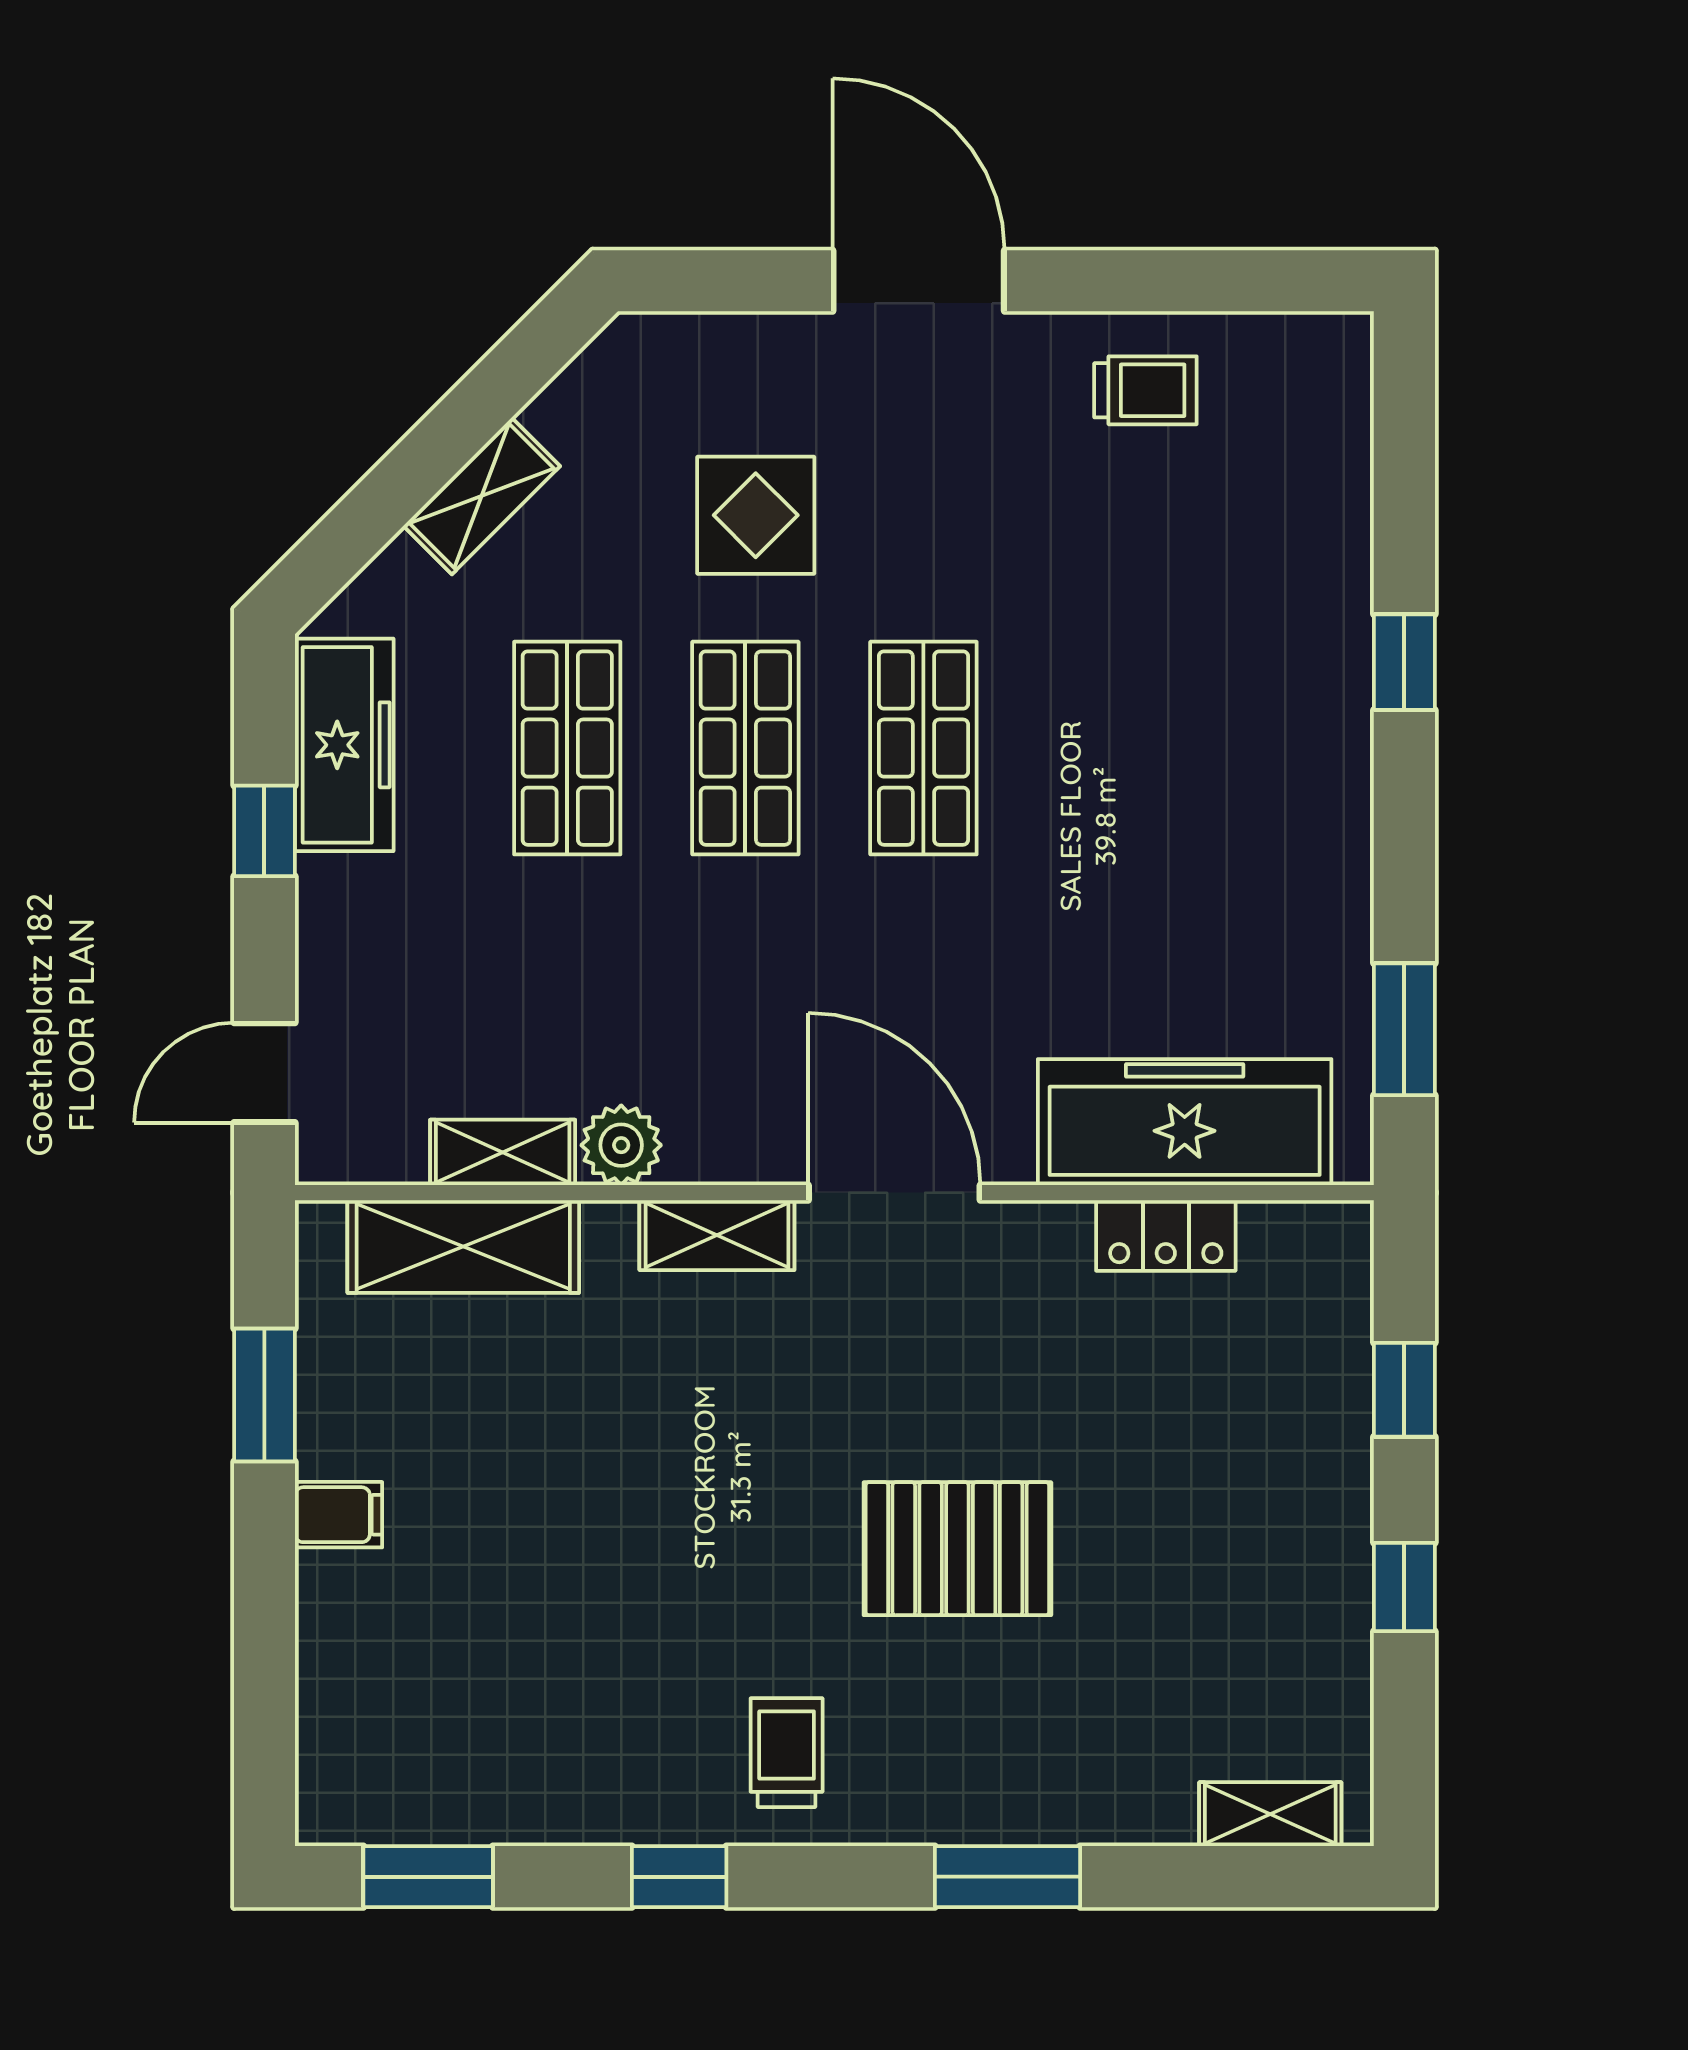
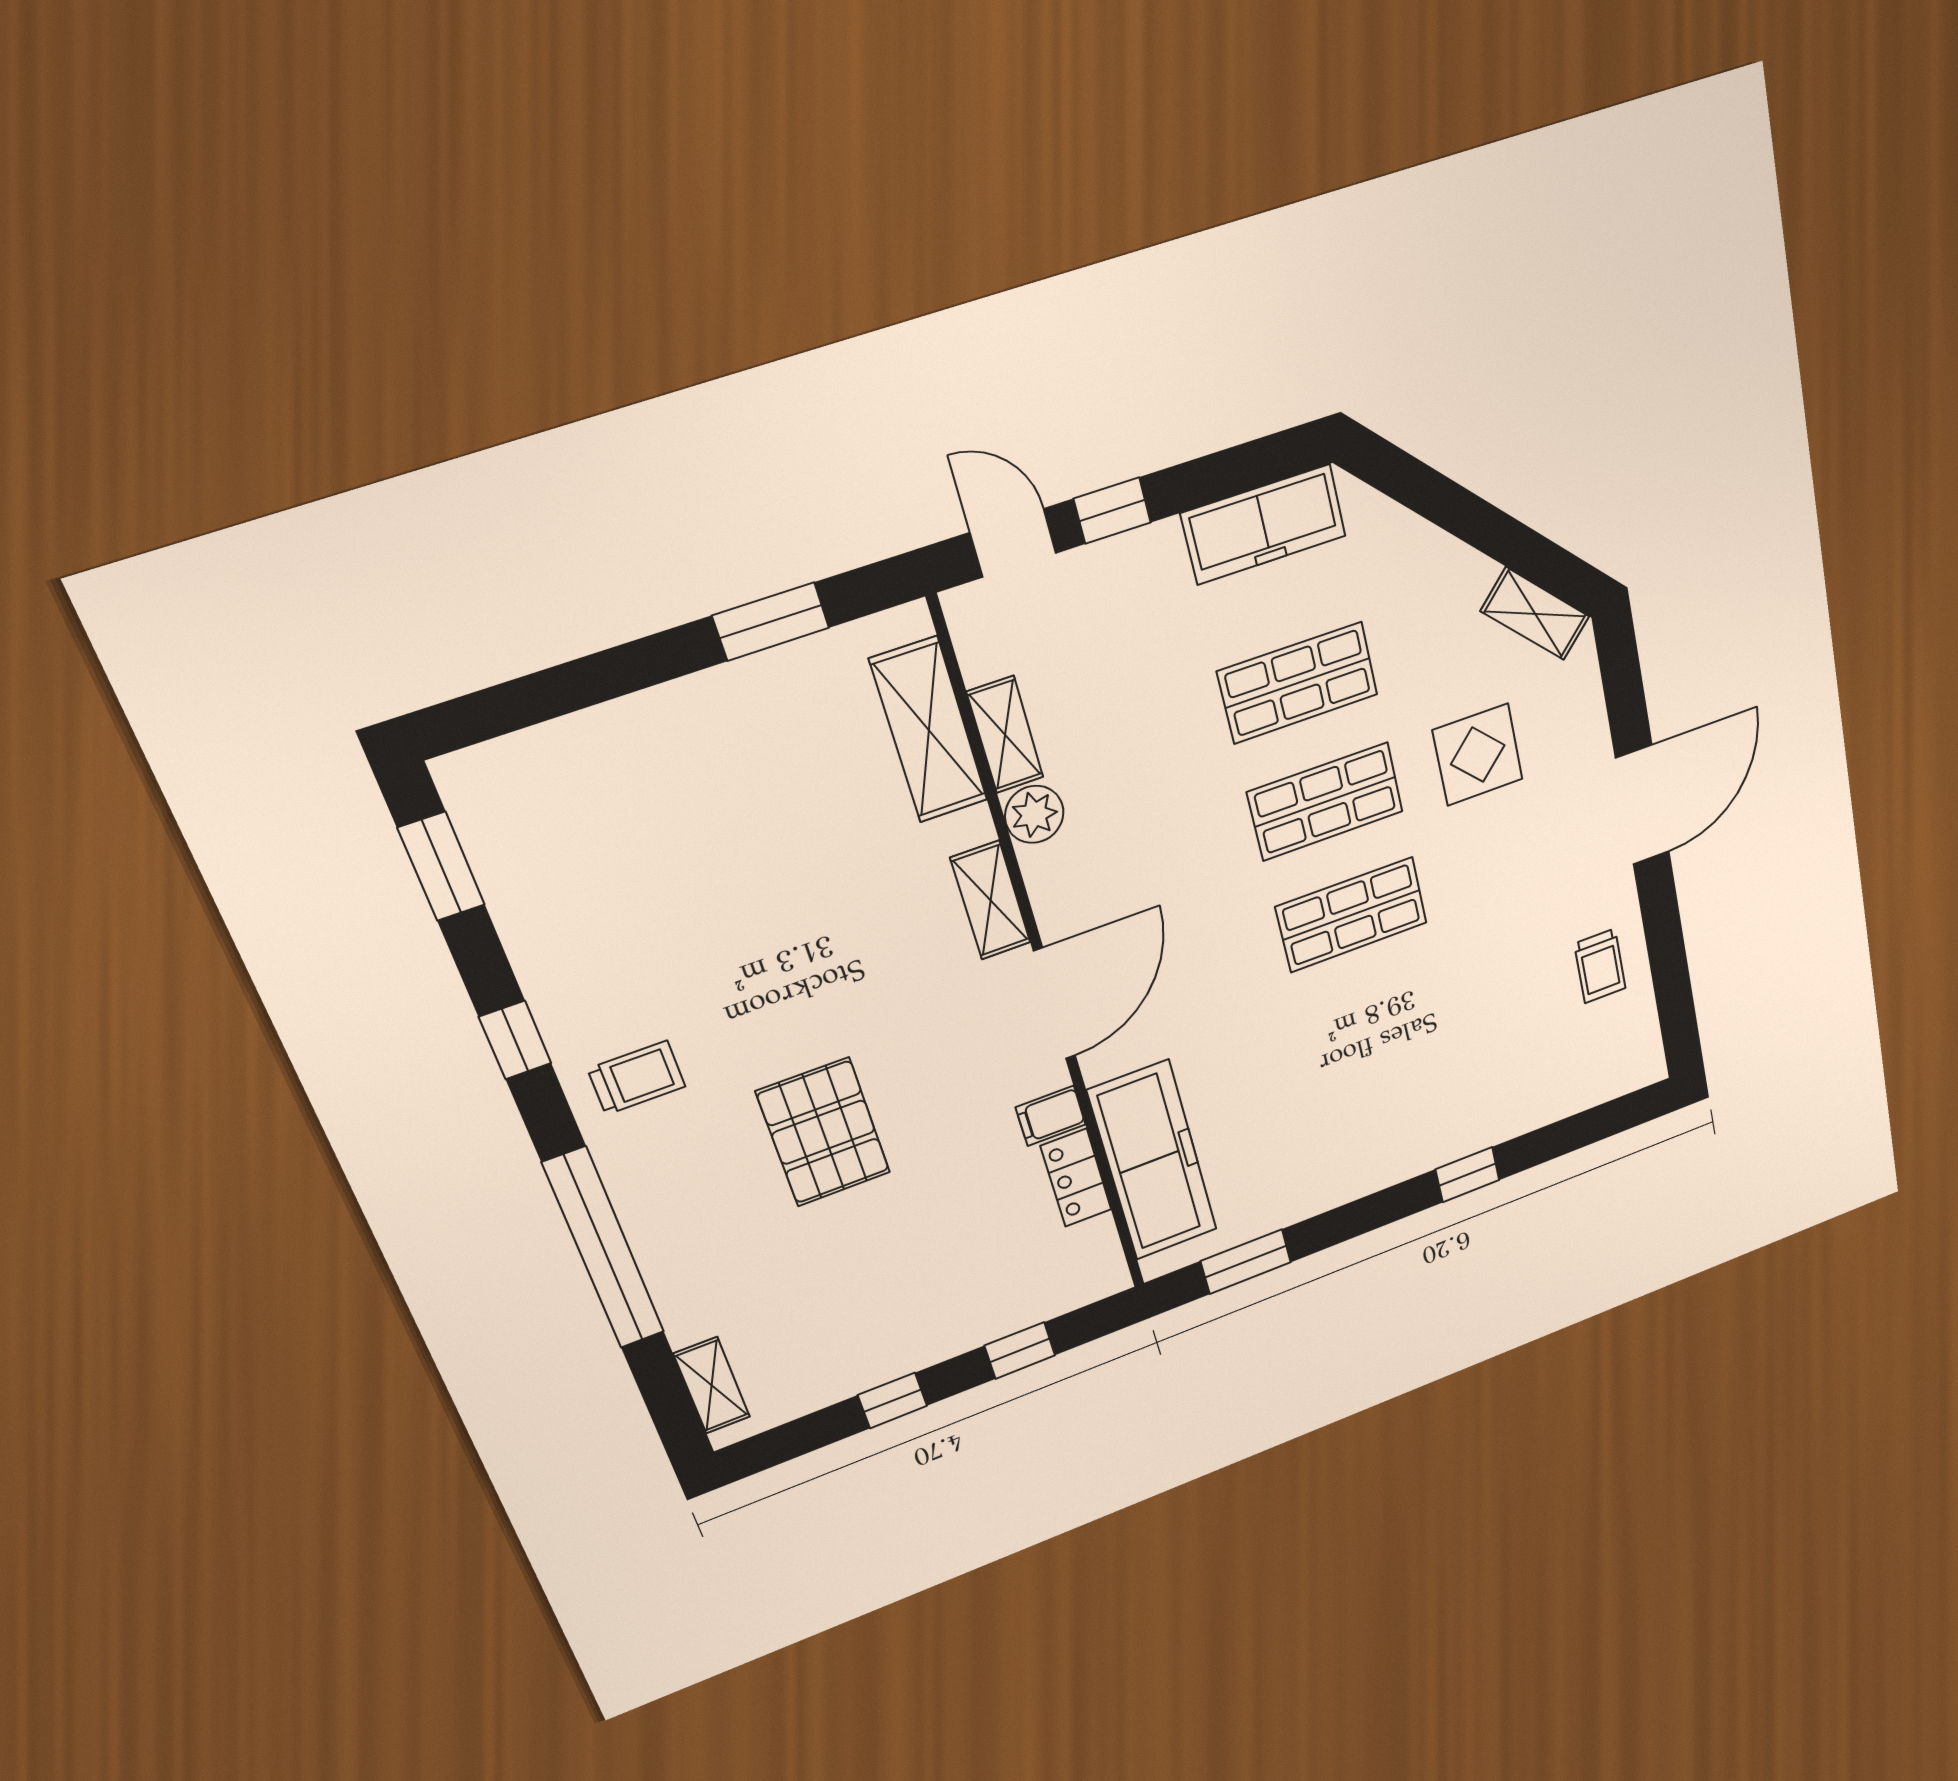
shelving: (482, 496) -> (1535, 614), moved
window: (264, 831) -> (1112, 511), moved
filing cabinet: (338, 1515) -> (1051, 1116), moved, turned 90
window: (1008, 1877) -> (604, 1249), width x2.11

